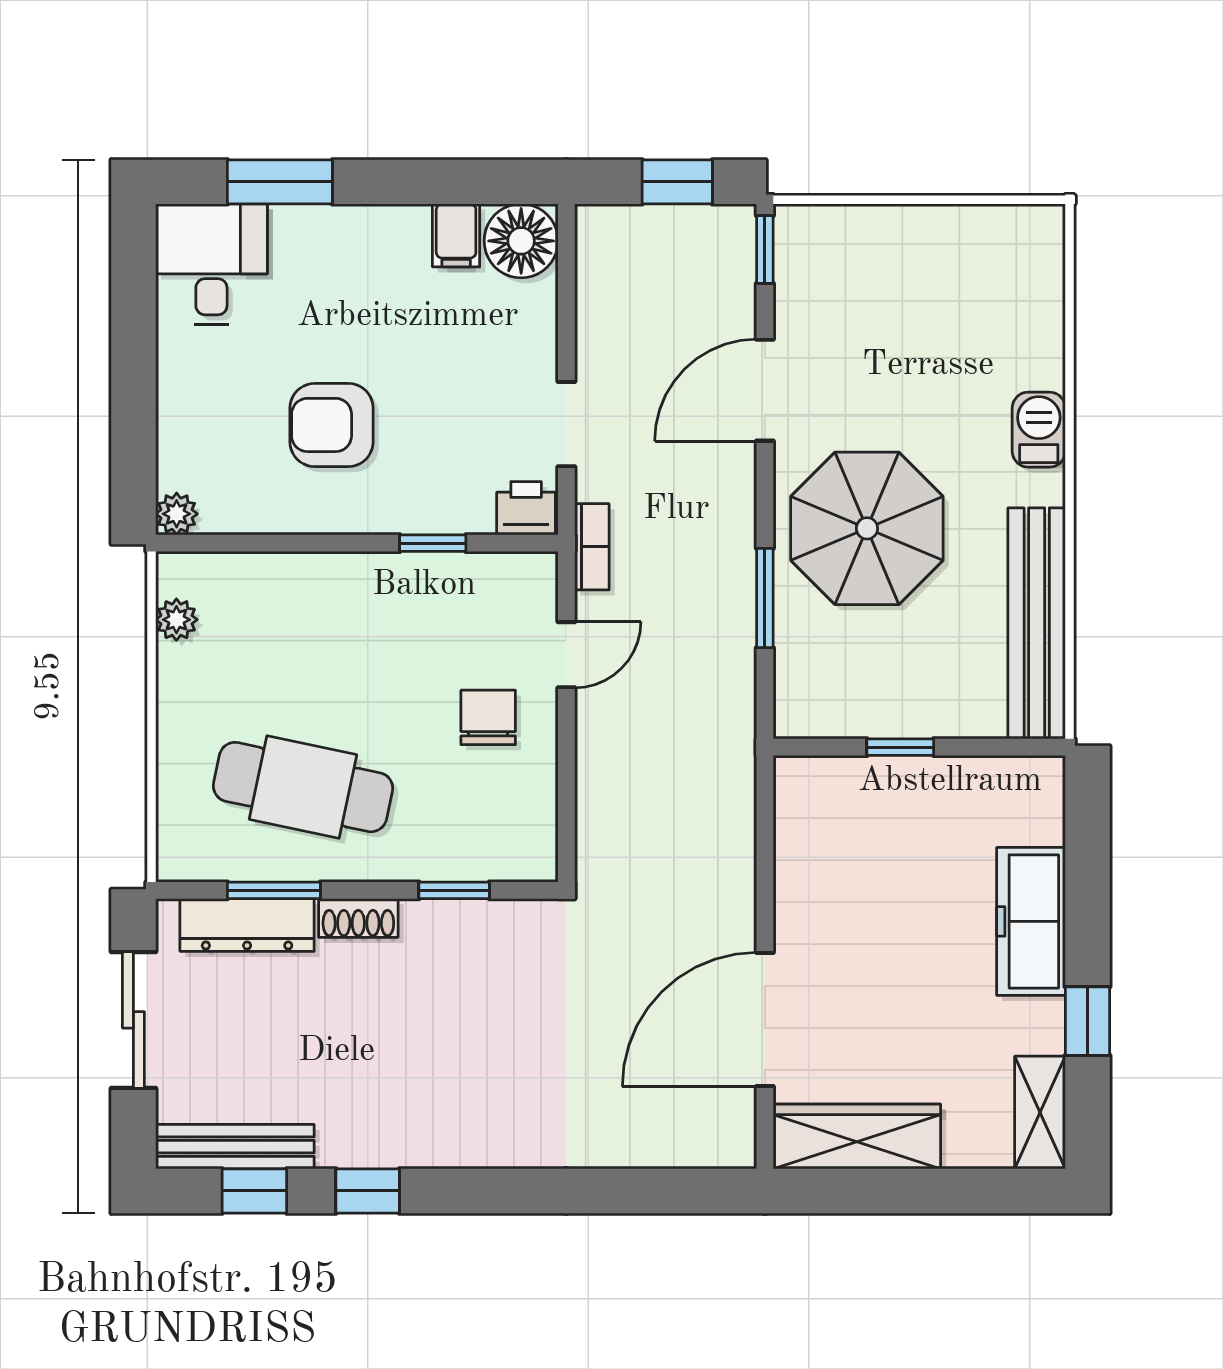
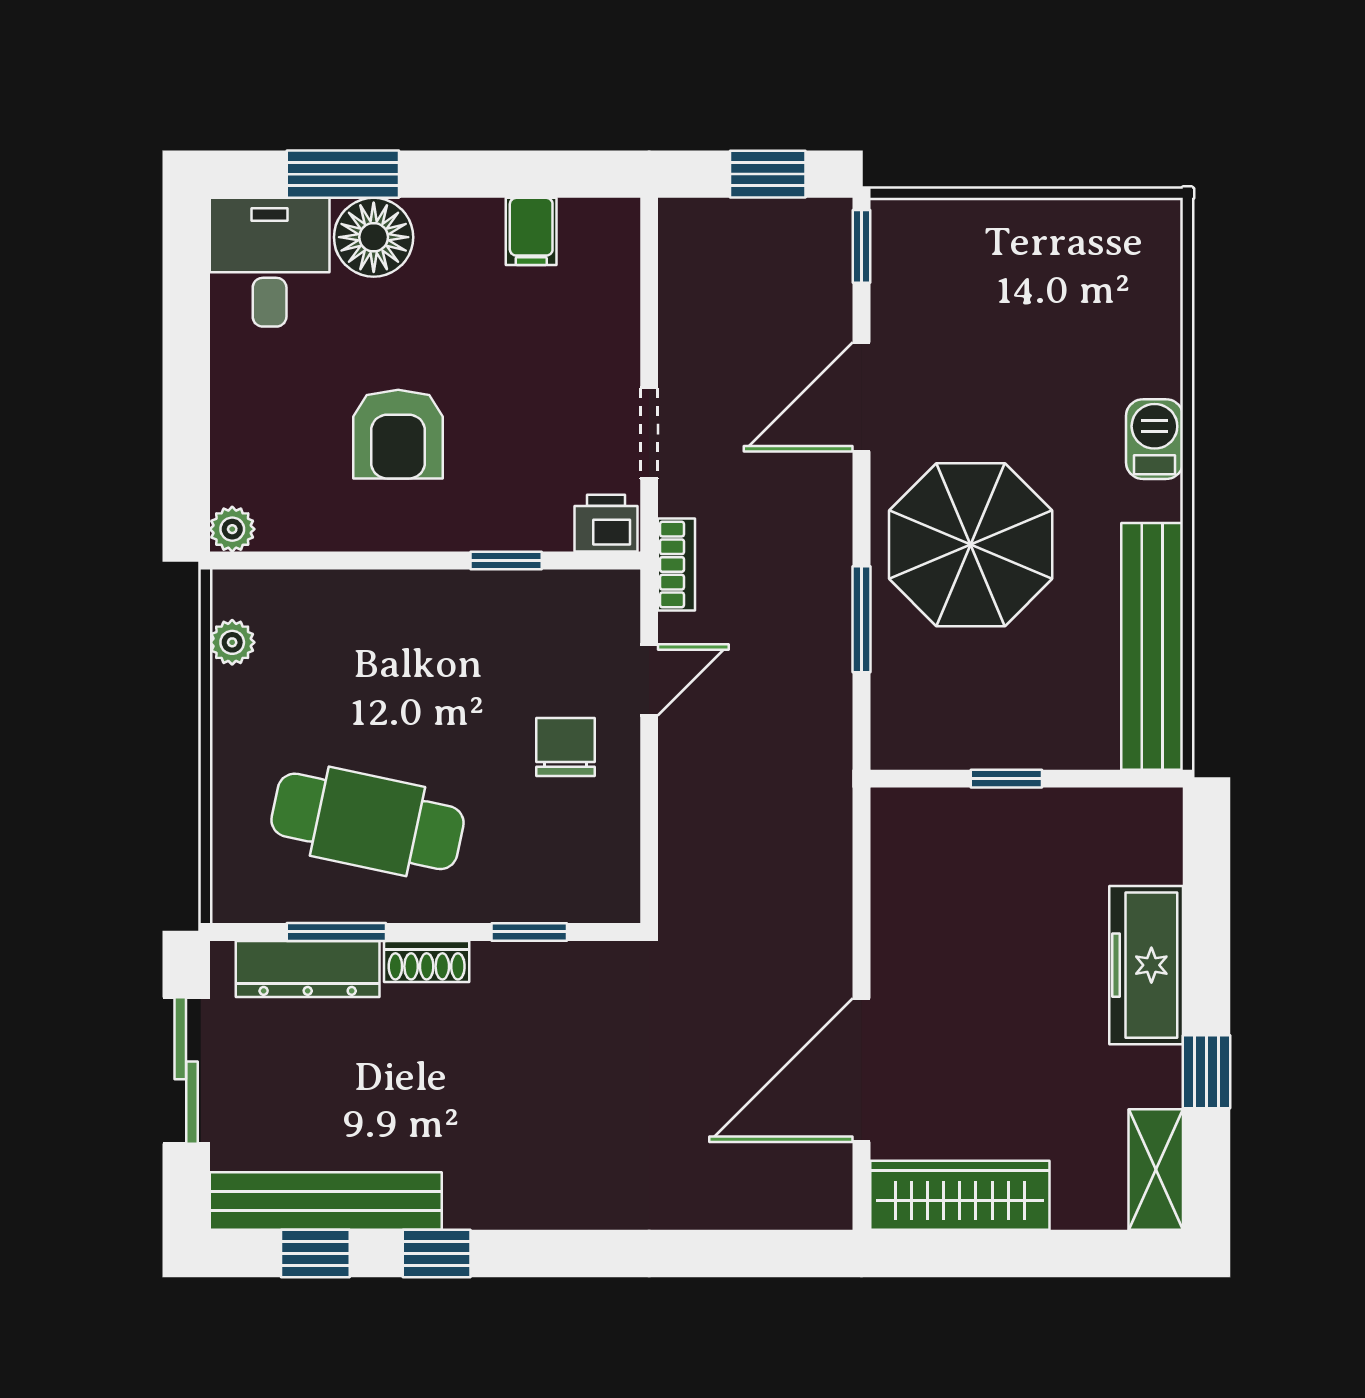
floor lamp: (521, 241) -> (374, 237), moved
armchair: (332, 425) -> (398, 434), turned -90
bench: (235, 1147) -> (326, 1201), width x1.37, depth x1.21

